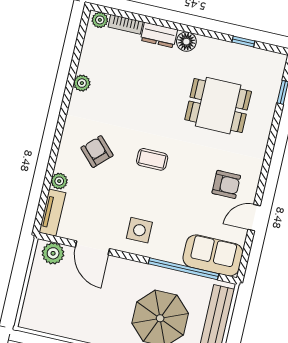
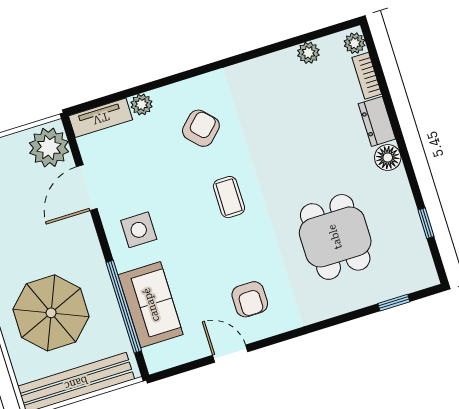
plant: (82, 83) -> (308, 53), moved
plant: (53, 253) -> (49, 147), width x1.36, depth x1.36
sofa: (213, 255) -> (151, 305), moved

